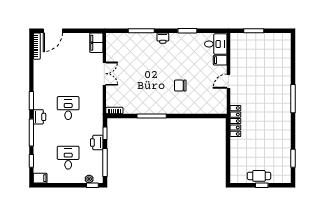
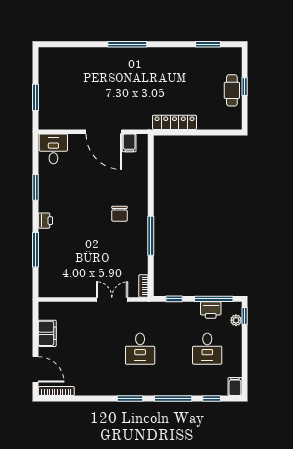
filing cabinet: (96, 43) -> (47, 333), moved, turned -90
filing cabinet: (220, 60) -> (129, 143), moved
double door: (104, 74) -> (112, 300), moved
door: (228, 81) -> (104, 132), width x1.88
chair: (180, 86) -> (119, 214), moved
desk: (68, 108) -> (140, 349), turned -90
printer: (40, 117) -> (152, 387), removed
locker: (235, 121) -> (174, 122), moved
printer: (97, 143) -> (211, 310), moved
desk: (68, 158) -> (207, 349), turned -90

